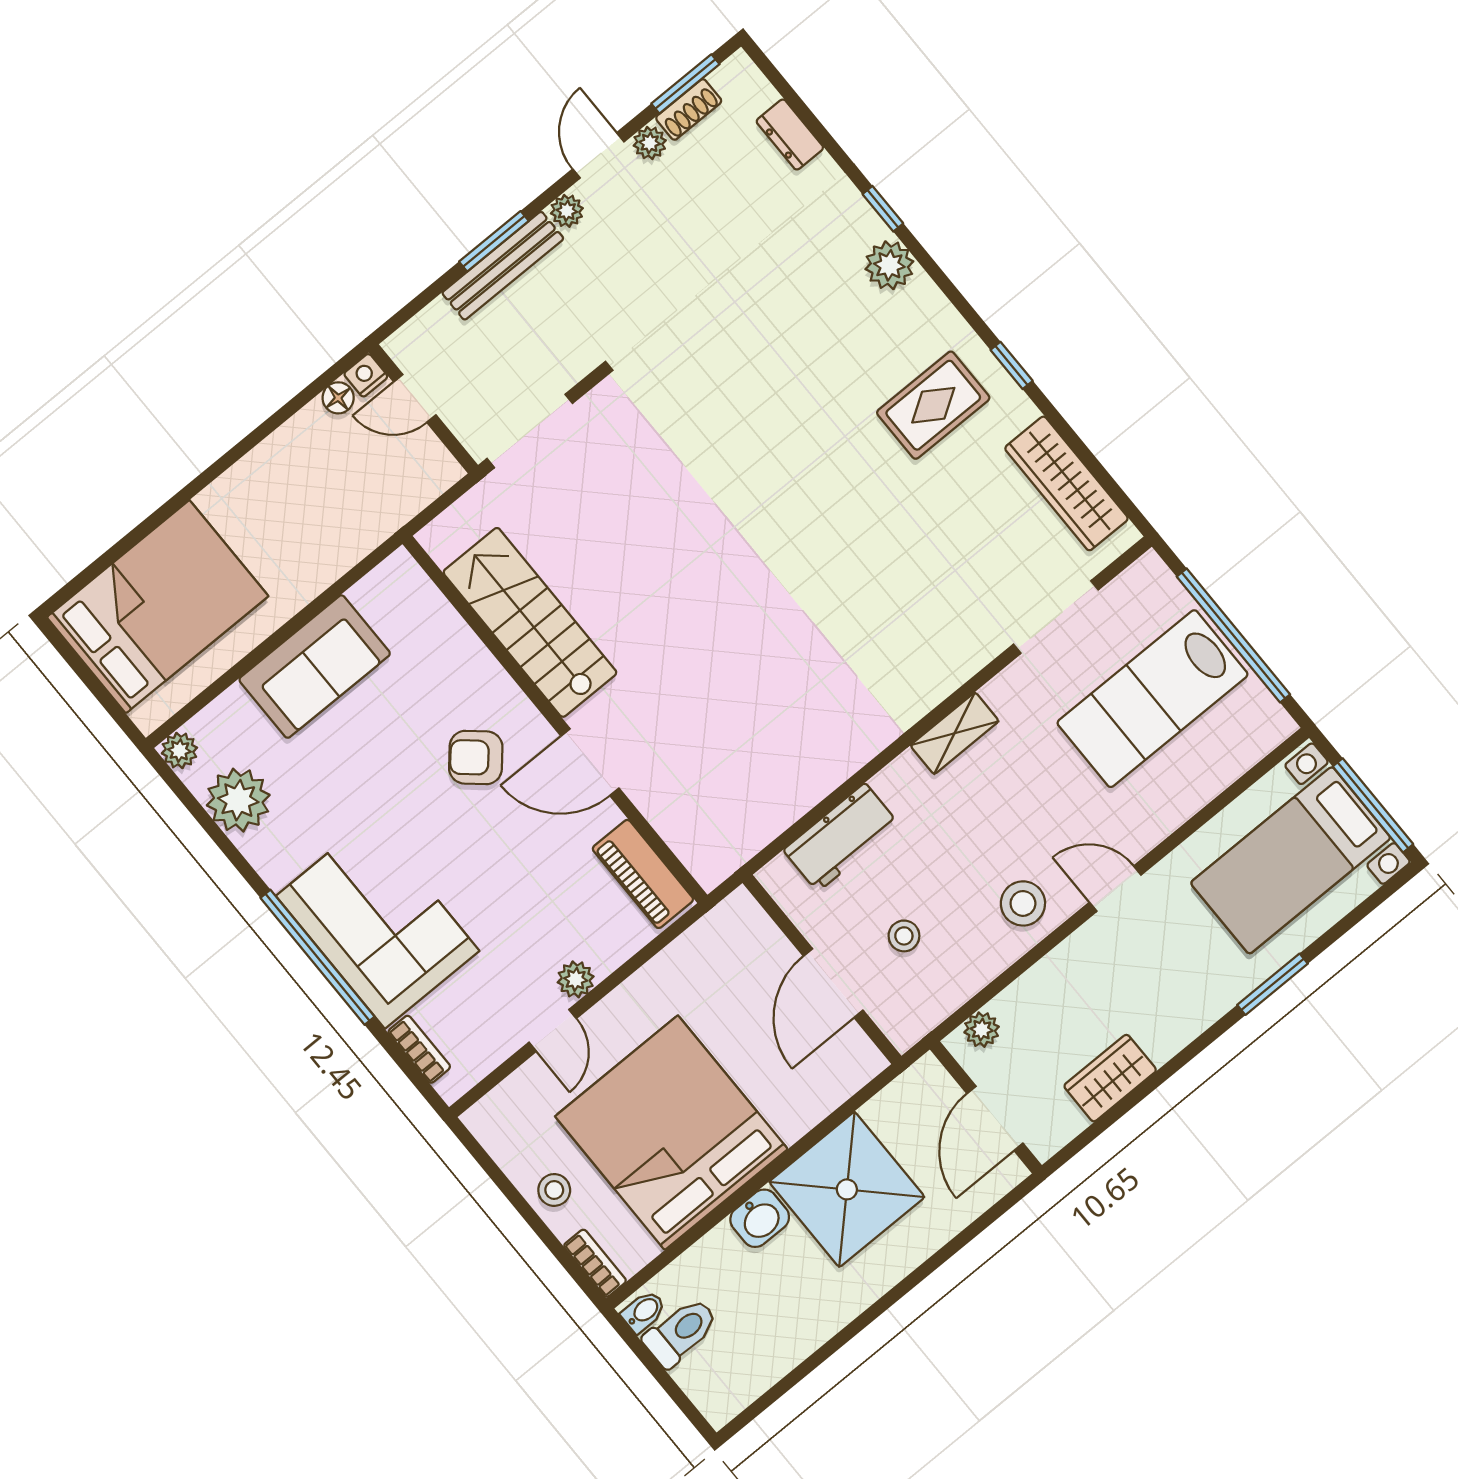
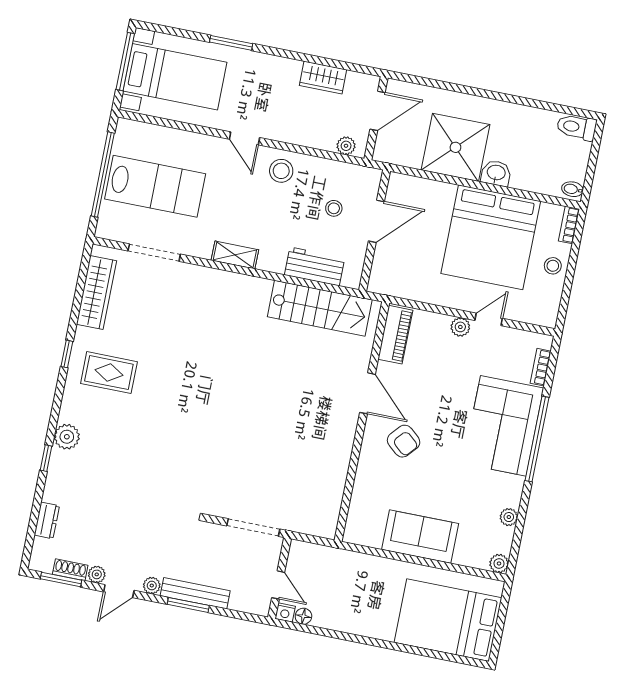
stairs: (530, 622) -> (320, 308), moved, turned -90
plant: (238, 800) -> (509, 517), width x0.53, depth x0.53
toilet: (681, 1332) -> (576, 127), moved

